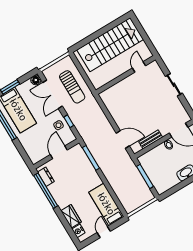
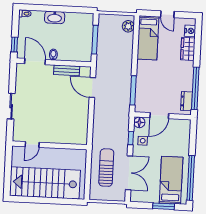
floor lamp: (36, 80) -> (139, 122), moved
plant: (127, 203) -> (128, 26), added
door: (104, 232) -> (167, 14), hinge flipped

